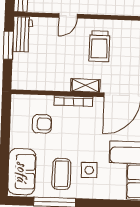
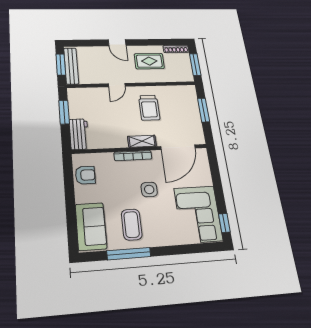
workbench: (22, 34) -> (79, 134), moved
armchair: (42, 124) -> (85, 175), moved
side table: (89, 170) -> (149, 189), moved

